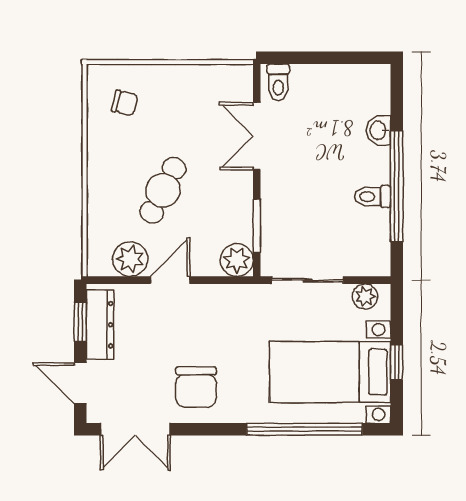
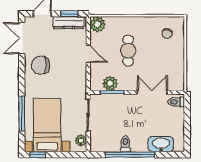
washbasin: (379, 130) -> (161, 144), width x1.91, depth x1.45
cafe table: (163, 190) -> (128, 51), turned 63
plant: (130, 259) -> (98, 24), moved
plant: (237, 260) -> (110, 83), moved
window: (397, 362) -> (38, 155), moved
window: (304, 429) -> (22, 114), width x0.68

